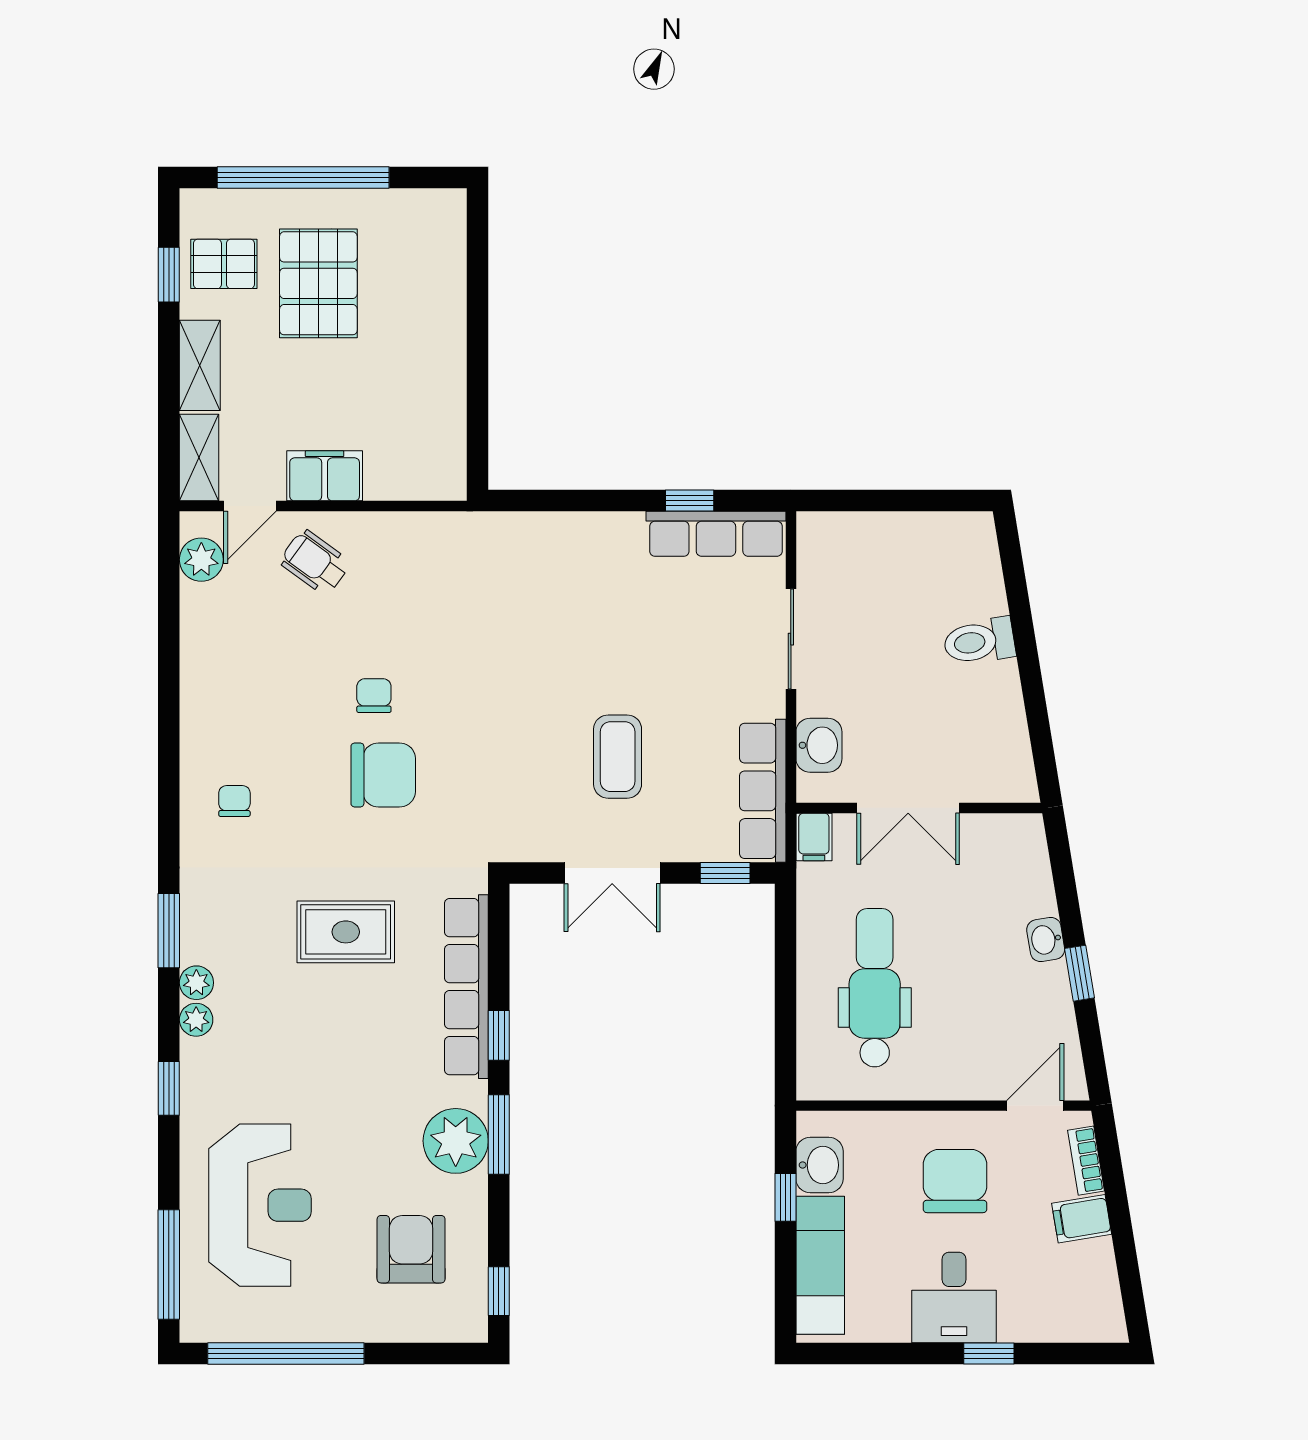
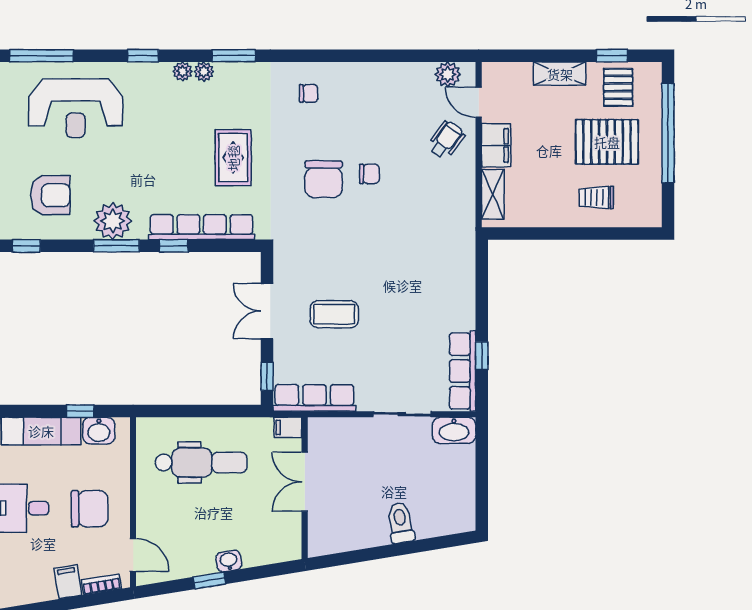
trolley: (415, 302) -> (596, 197), added
shelving: (199, 458) -> (493, 194), moved, turned 90
washbasin: (819, 745) -> (454, 430), moved, width x1.38

